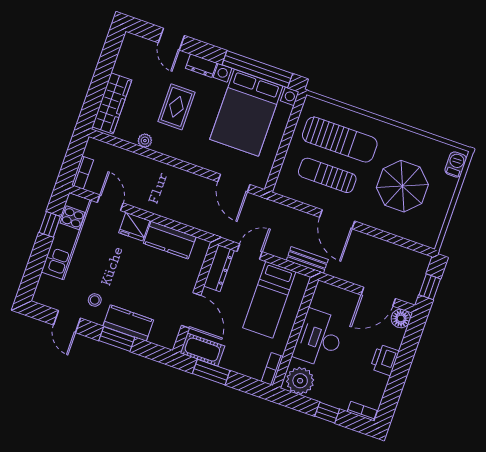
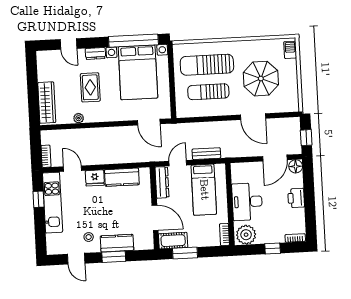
sun lounger: (340, 140) -> (207, 65), turned 180
door: (337, 219) -> (253, 117), moved
bench: (307, 260) -> (206, 154), moved

